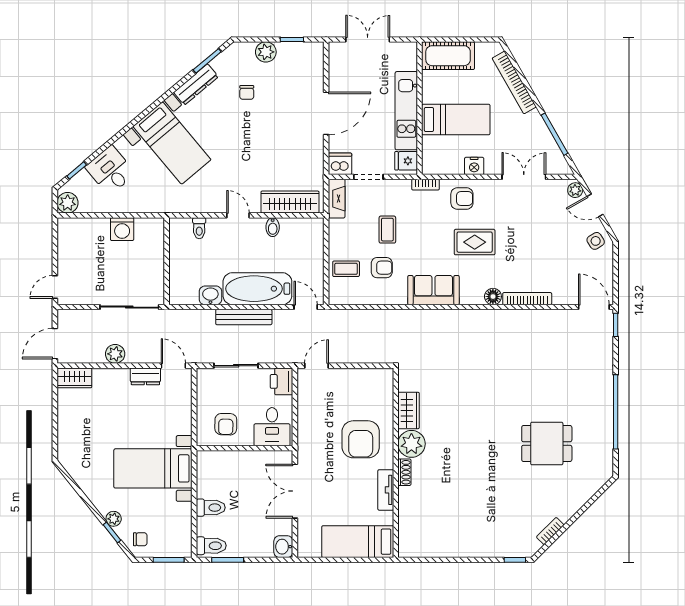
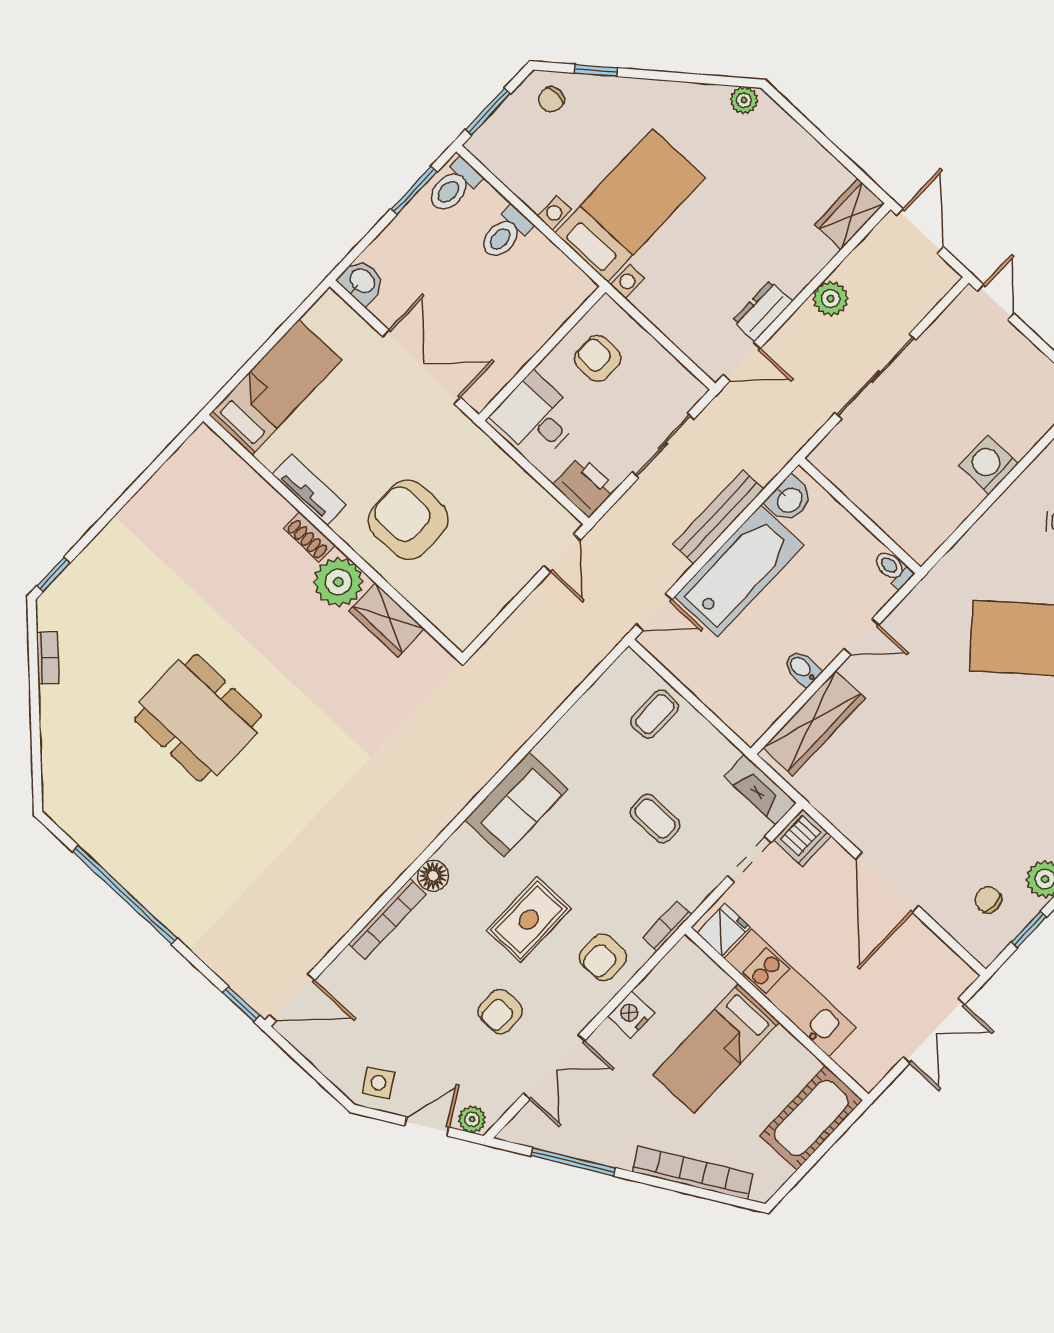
chair: (247, 92) -> (988, 900), moved
wall: (167, 261) -> (860, 516), moved
armchair: (382, 268) -> (500, 1011), moved
dining table: (547, 444) -> (198, 718), moved, width x1.38
plant: (114, 519) -> (744, 100), moved

